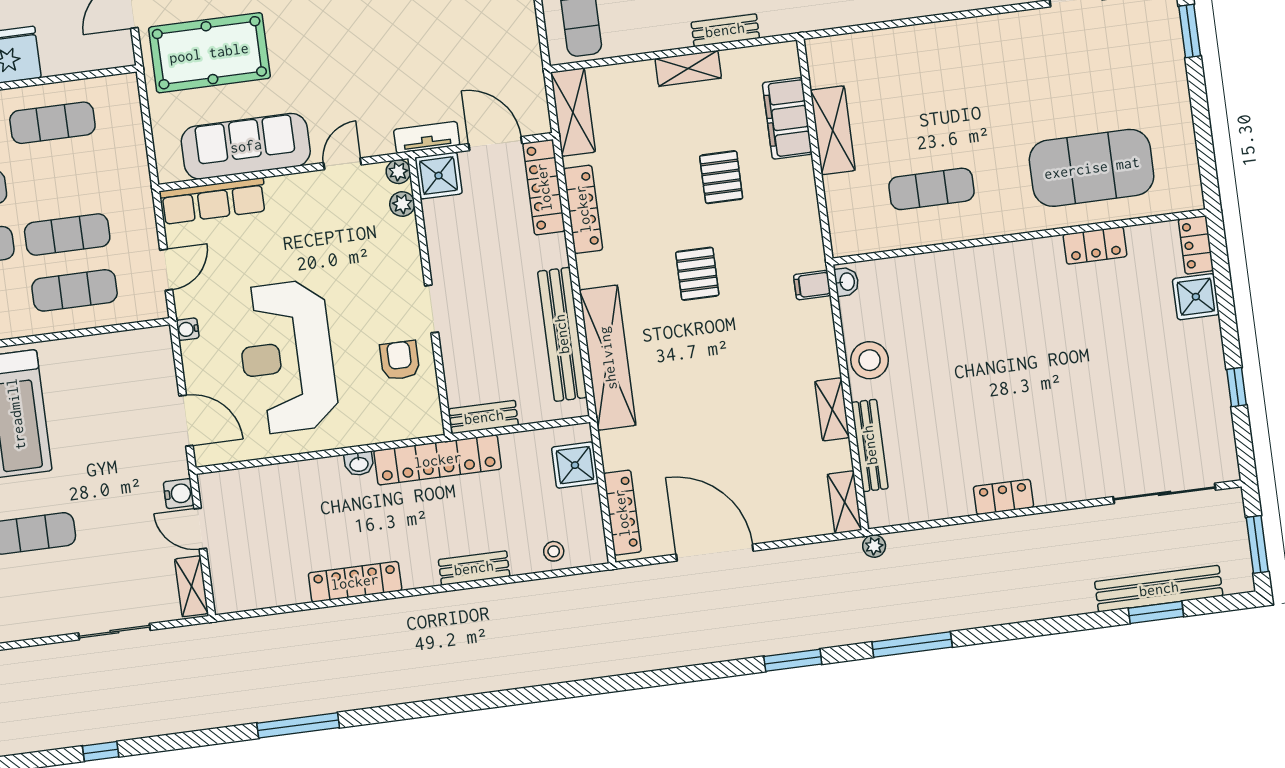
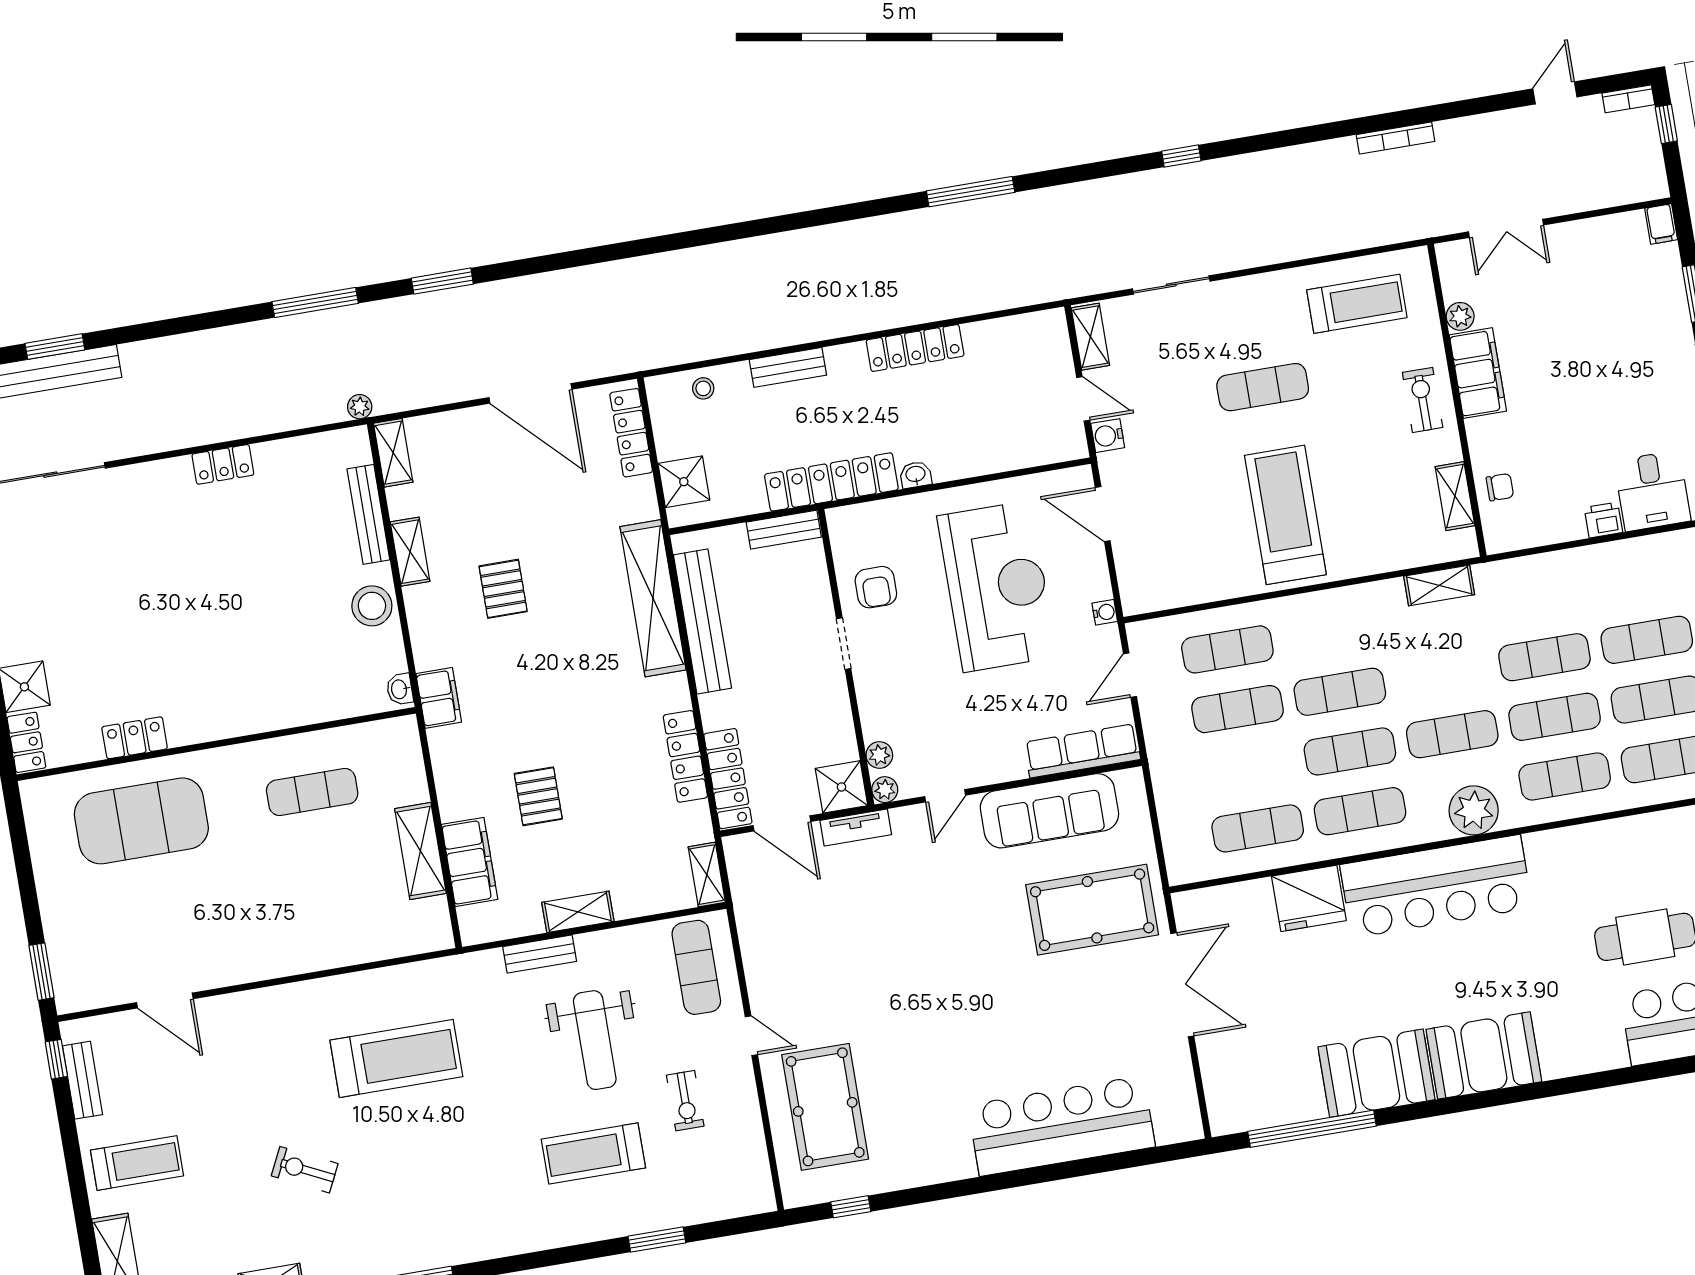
shelving: (573, 112) -> (707, 875), width x0.67, depth x0.75
pallet: (697, 274) -> (503, 589), moved
filing cabinet: (812, 285) -> (439, 698), width x2.00

